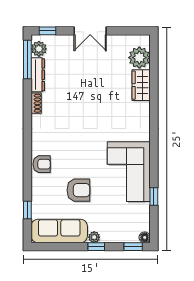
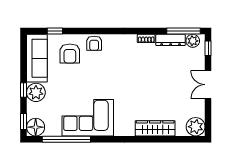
plant: (139, 58) -> (196, 127), moved
wardrobe: (141, 85) -> (155, 128), width x1.50
armchair: (78, 190) -> (70, 54), moved
window: (154, 197) -> (66, 139), width x3.17
plant: (94, 237) -> (36, 92), width x1.87, depth x1.87
floor lamp: (145, 237) -> (36, 127), width x1.89, depth x1.89

